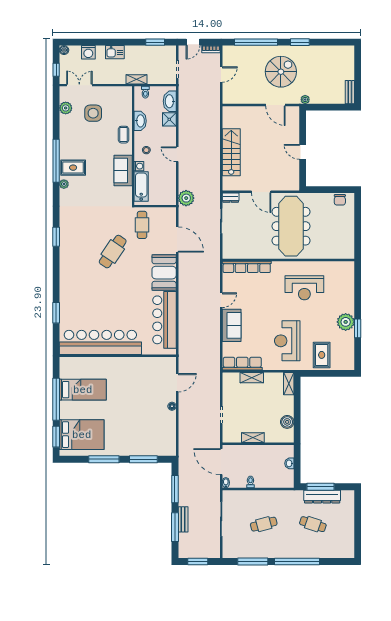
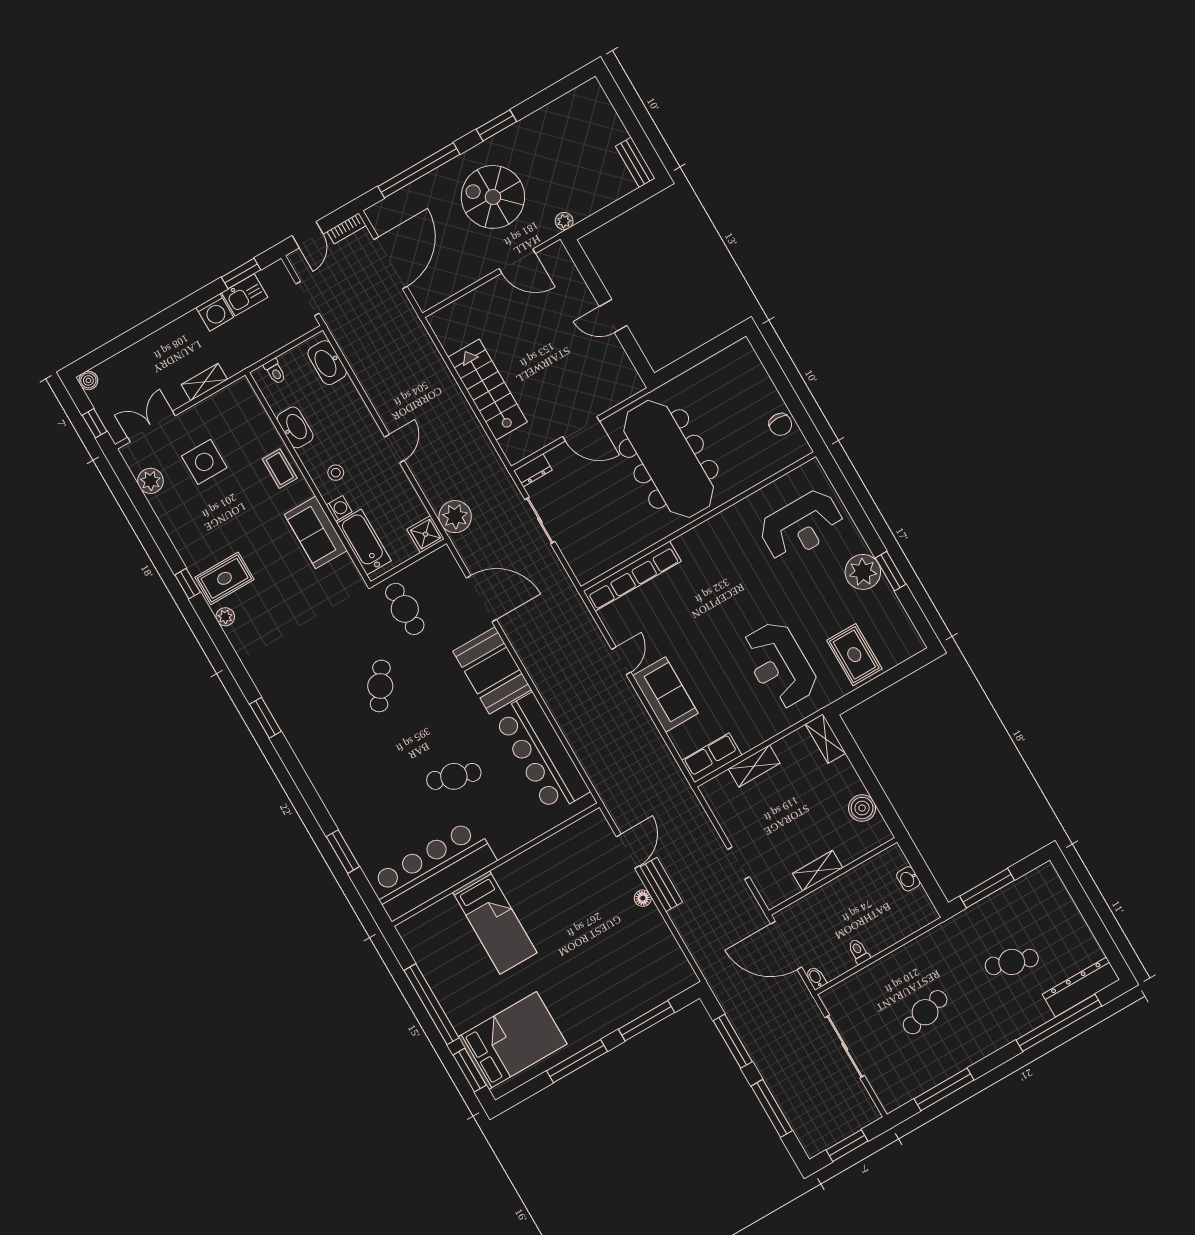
washing machine: (88, 52) -> (215, 312), moved
kitchen sink: (115, 52) -> (245, 295), moved
spiral stairs: (281, 72) -> (493, 197), turned -90
door: (221, 74) -> (390, 263), width x1.88
shelving: (136, 79) -> (204, 382), moved
shower: (169, 119) -> (426, 534), moved
door: (177, 154) -> (394, 449), swing flipped
window: (56, 161) -> (188, 584), width x0.32
chair: (340, 200) -> (780, 424), moved
cafe table: (113, 252) -> (380, 686), width x0.73, depth x0.74
reception desk: (304, 288) -> (801, 526), moved
cafe table: (122, 308) -> (454, 776), added
bar counter: (100, 342) -> (432, 870), width x0.73
row of seats: (242, 364) -> (712, 758), width x0.68
bed: (83, 390) -> (495, 923), moved, turned 90
dresser: (322, 497) -> (1081, 987), moved, turned 180
bench: (183, 519) -> (661, 885), moved
window: (297, 562) -> (1059, 1023), moved

